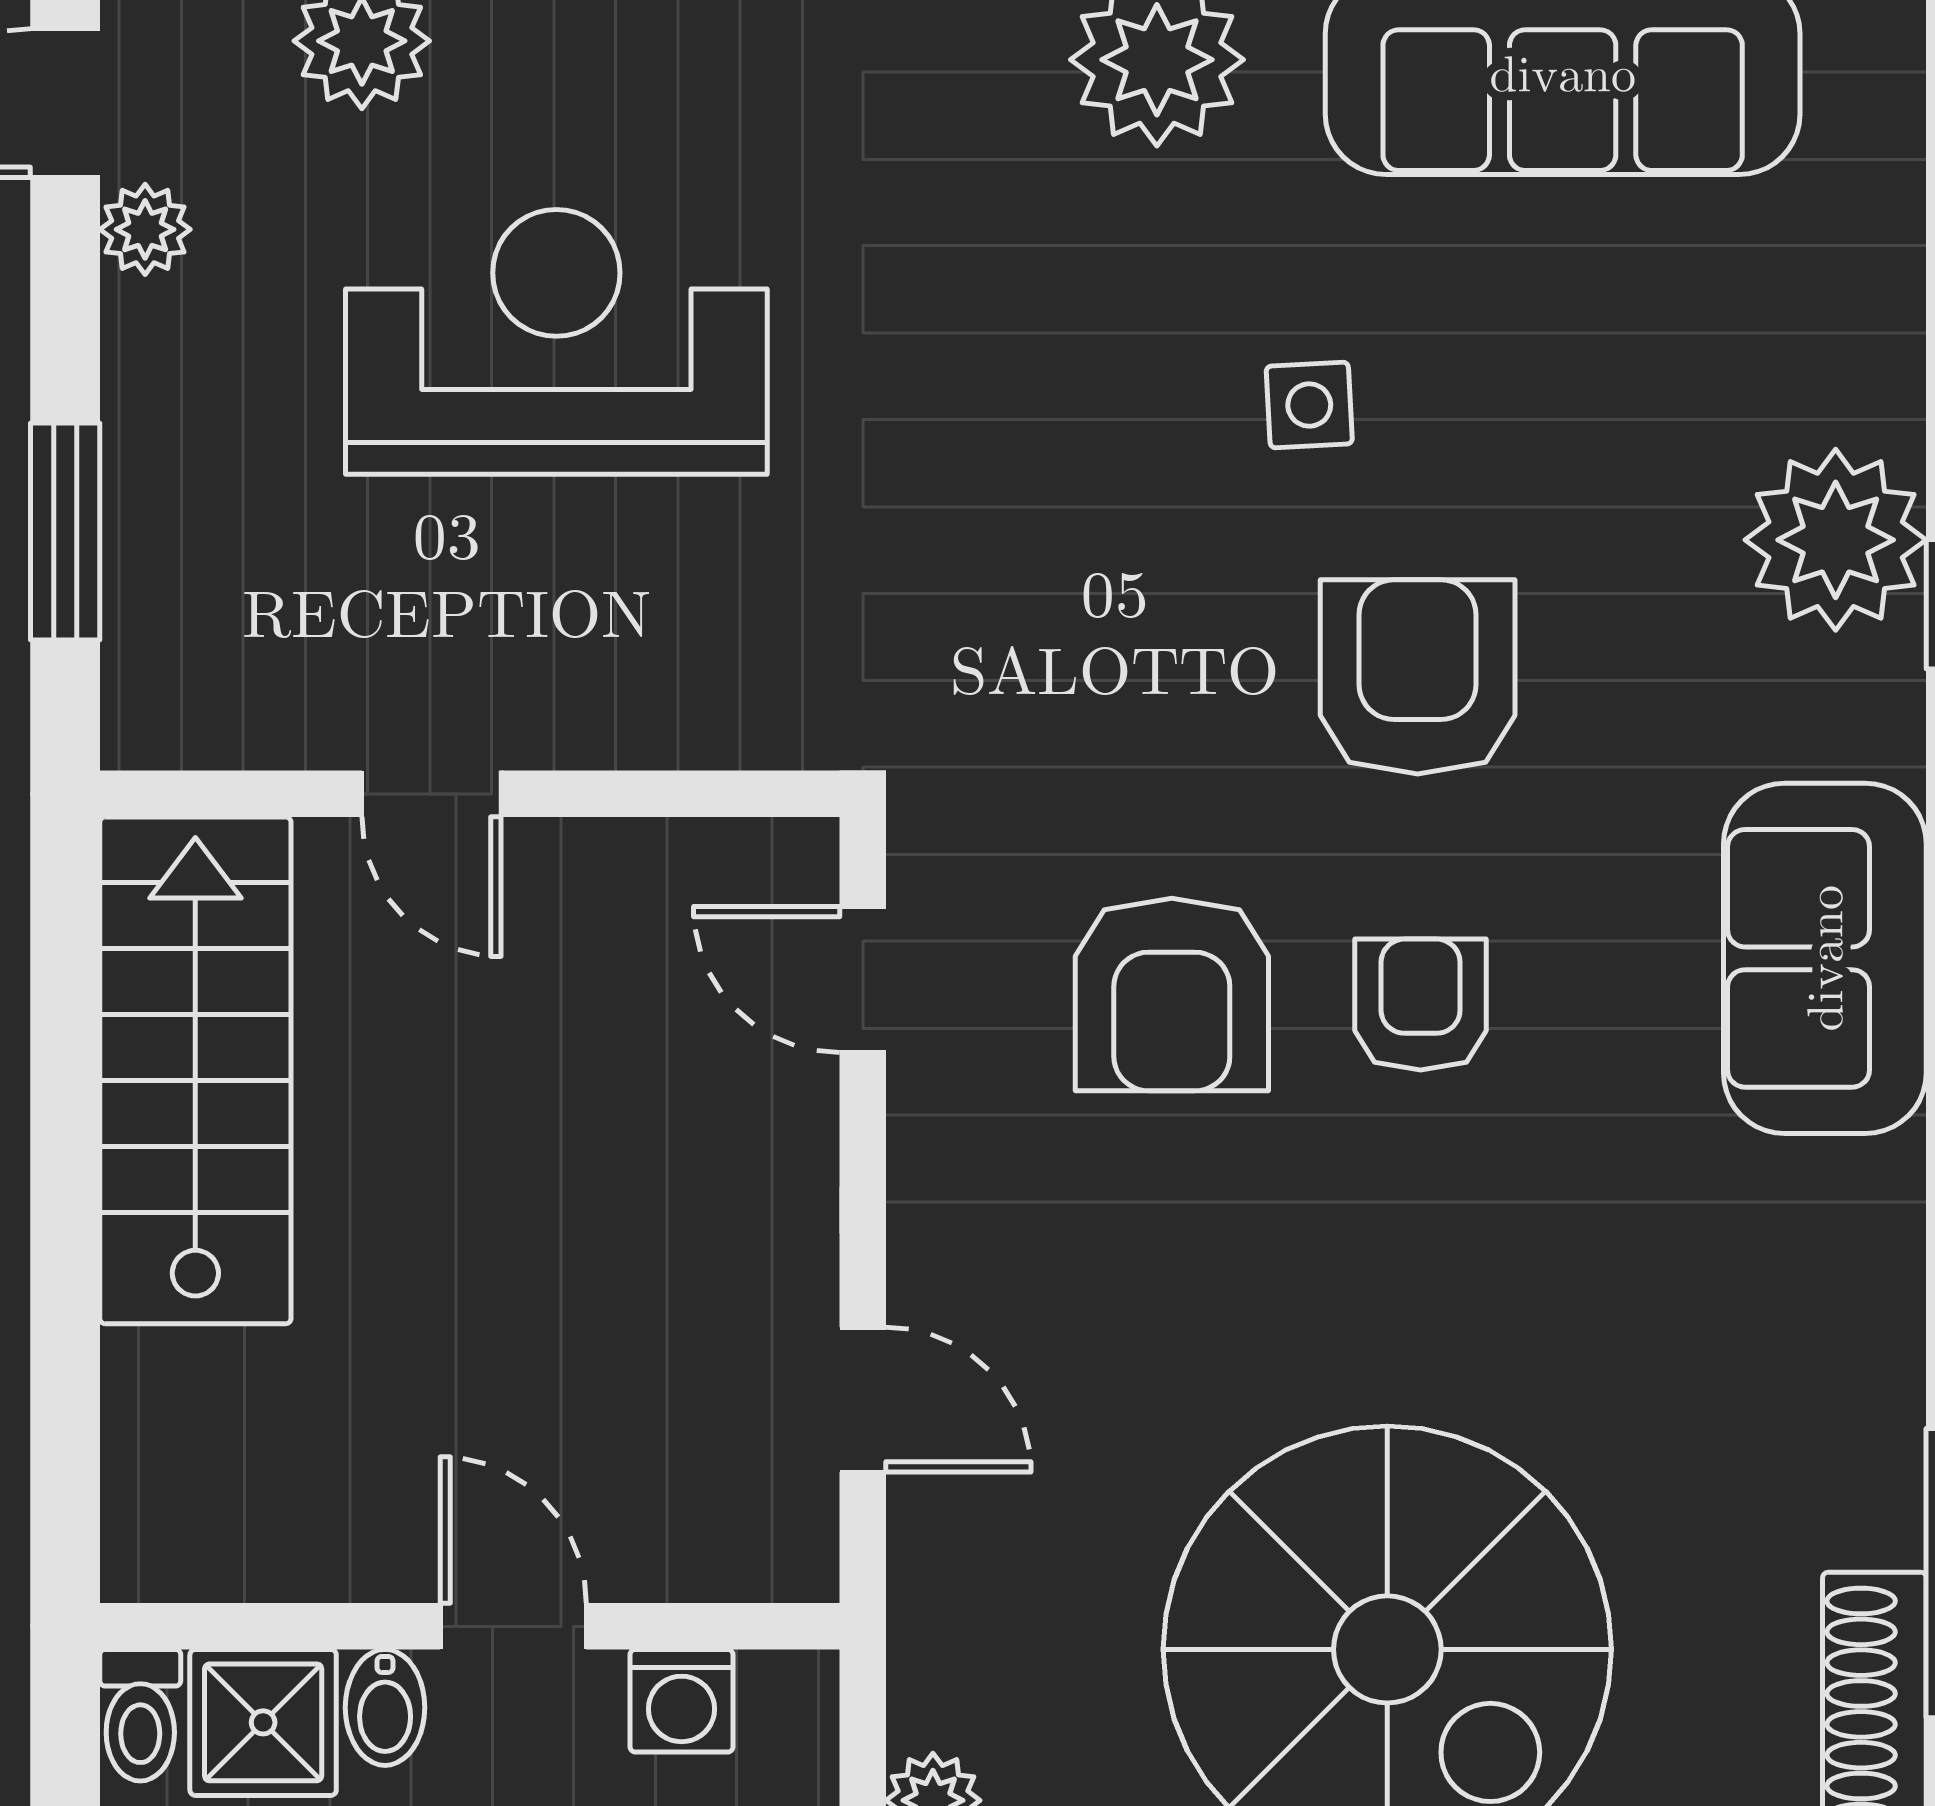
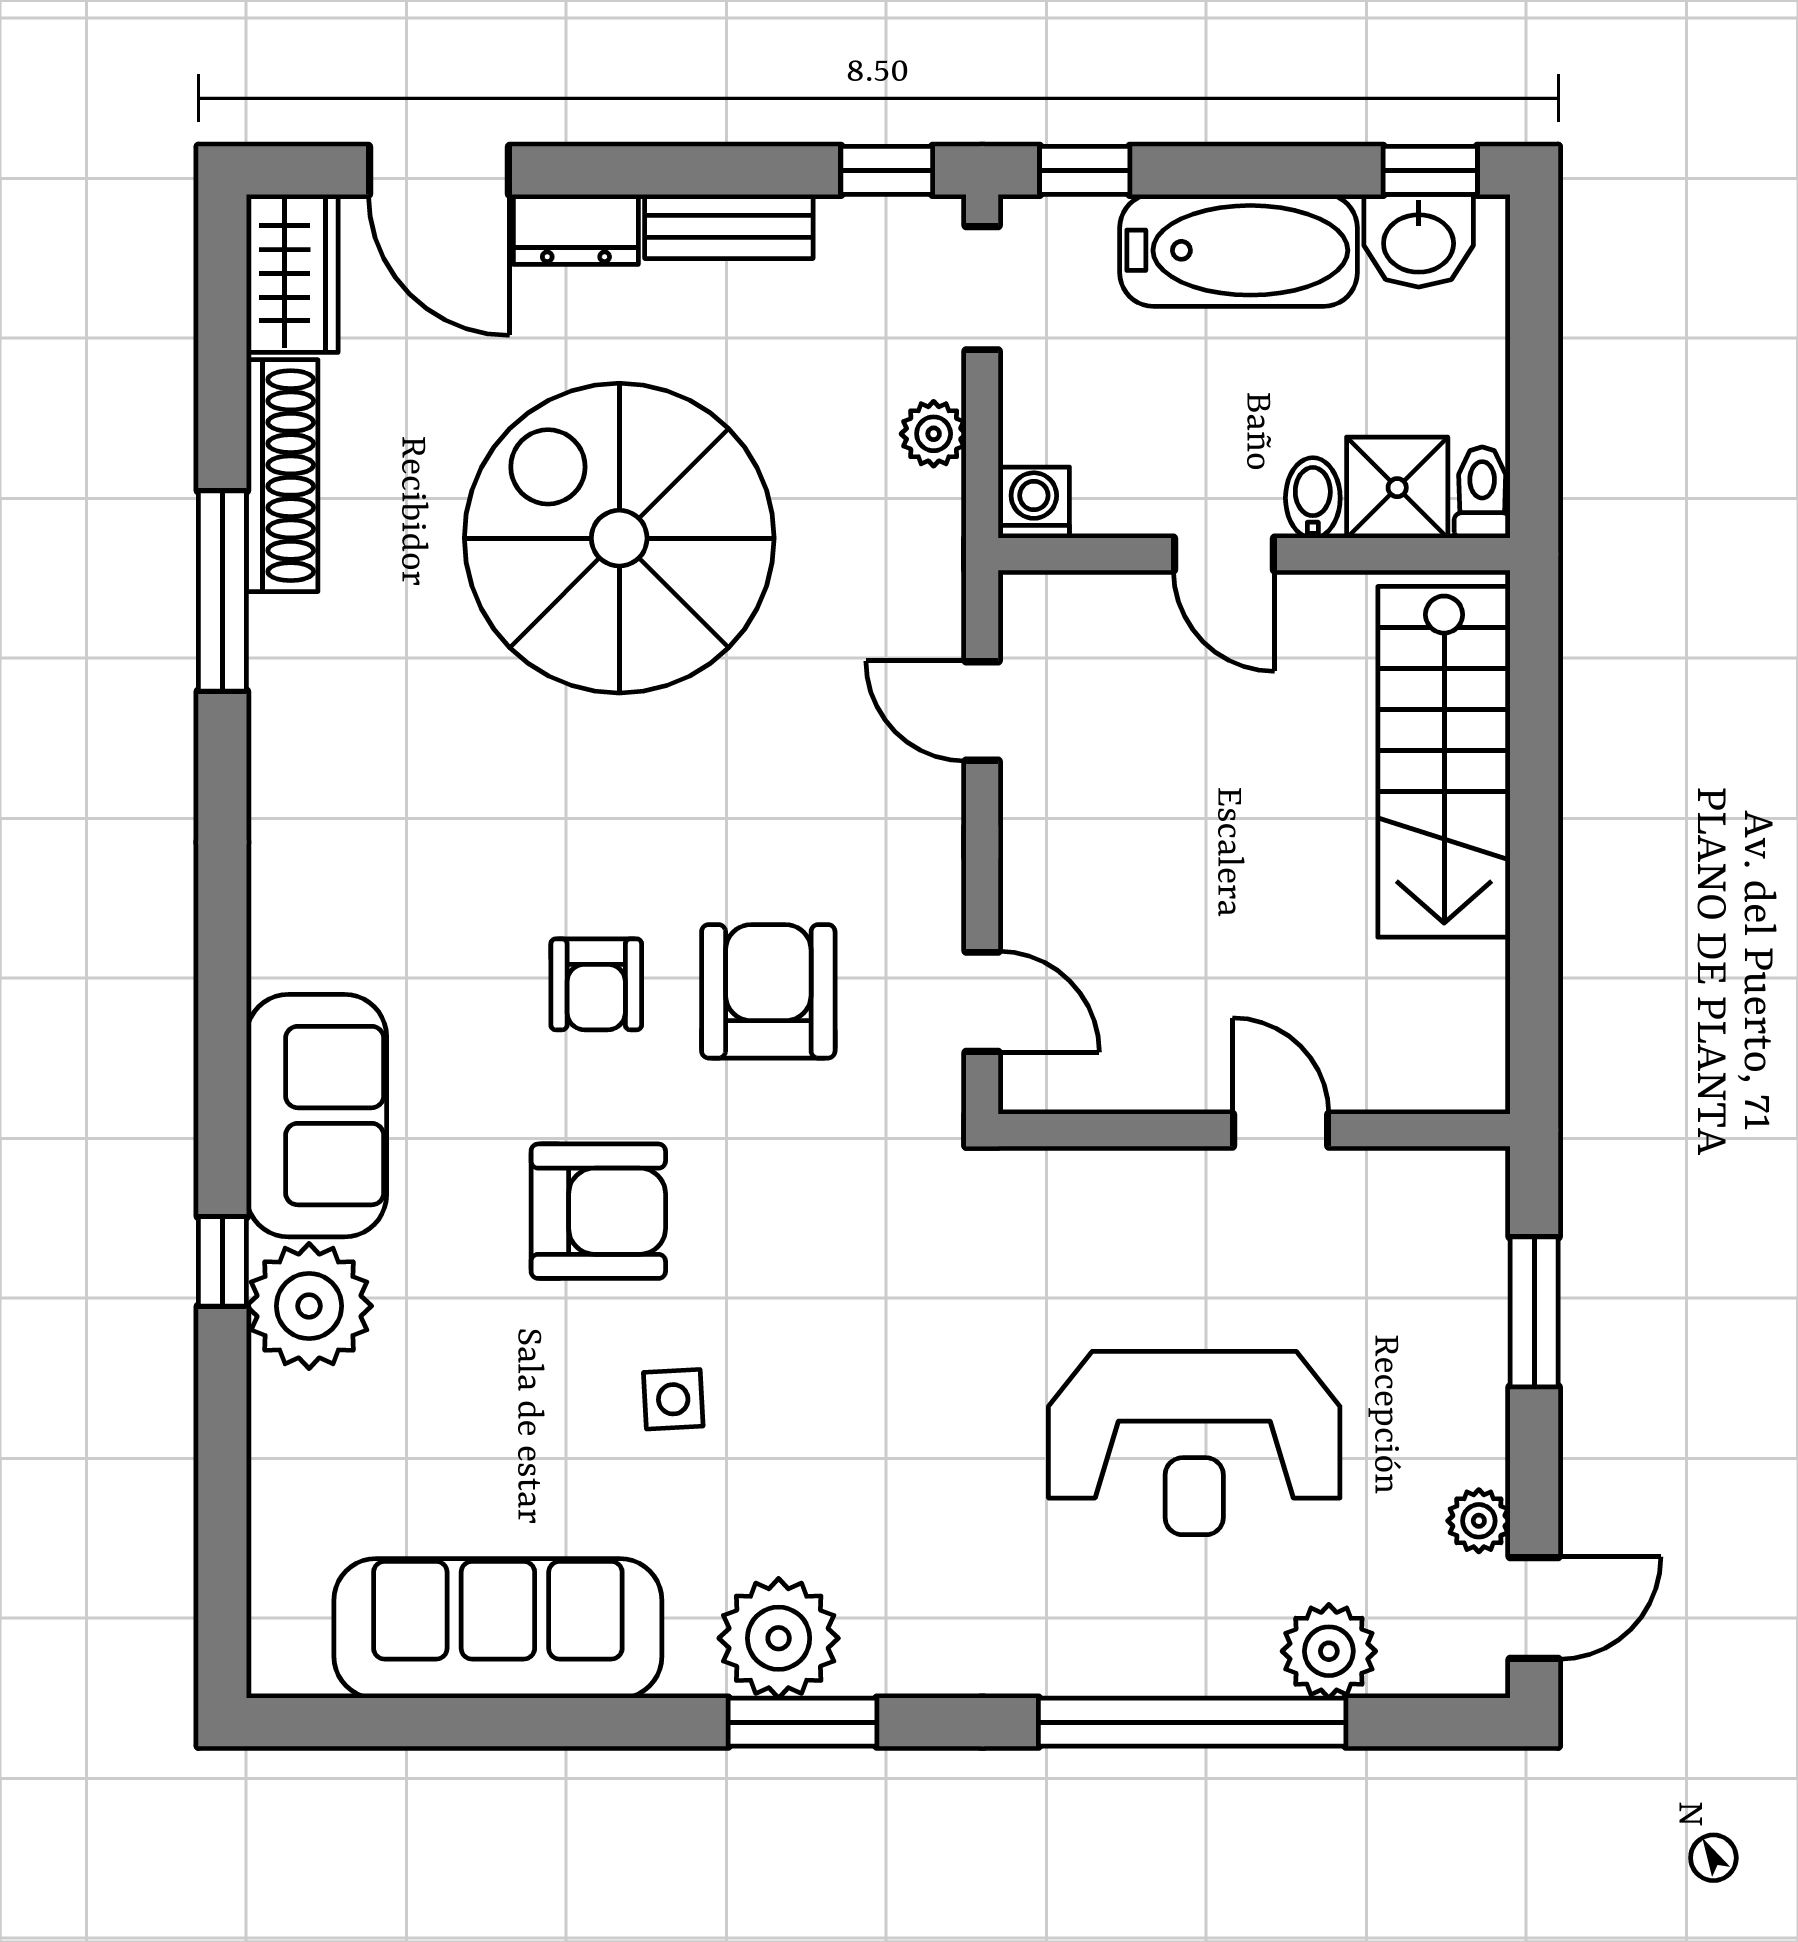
armchair: (1418, 677) -> (598, 1211), turned -90
sofa: (1825, 958) -> (316, 1116), moved
stairs: (195, 1070) -> (1444, 762), moved
washing machine: (681, 1701) -> (1034, 503), moved

